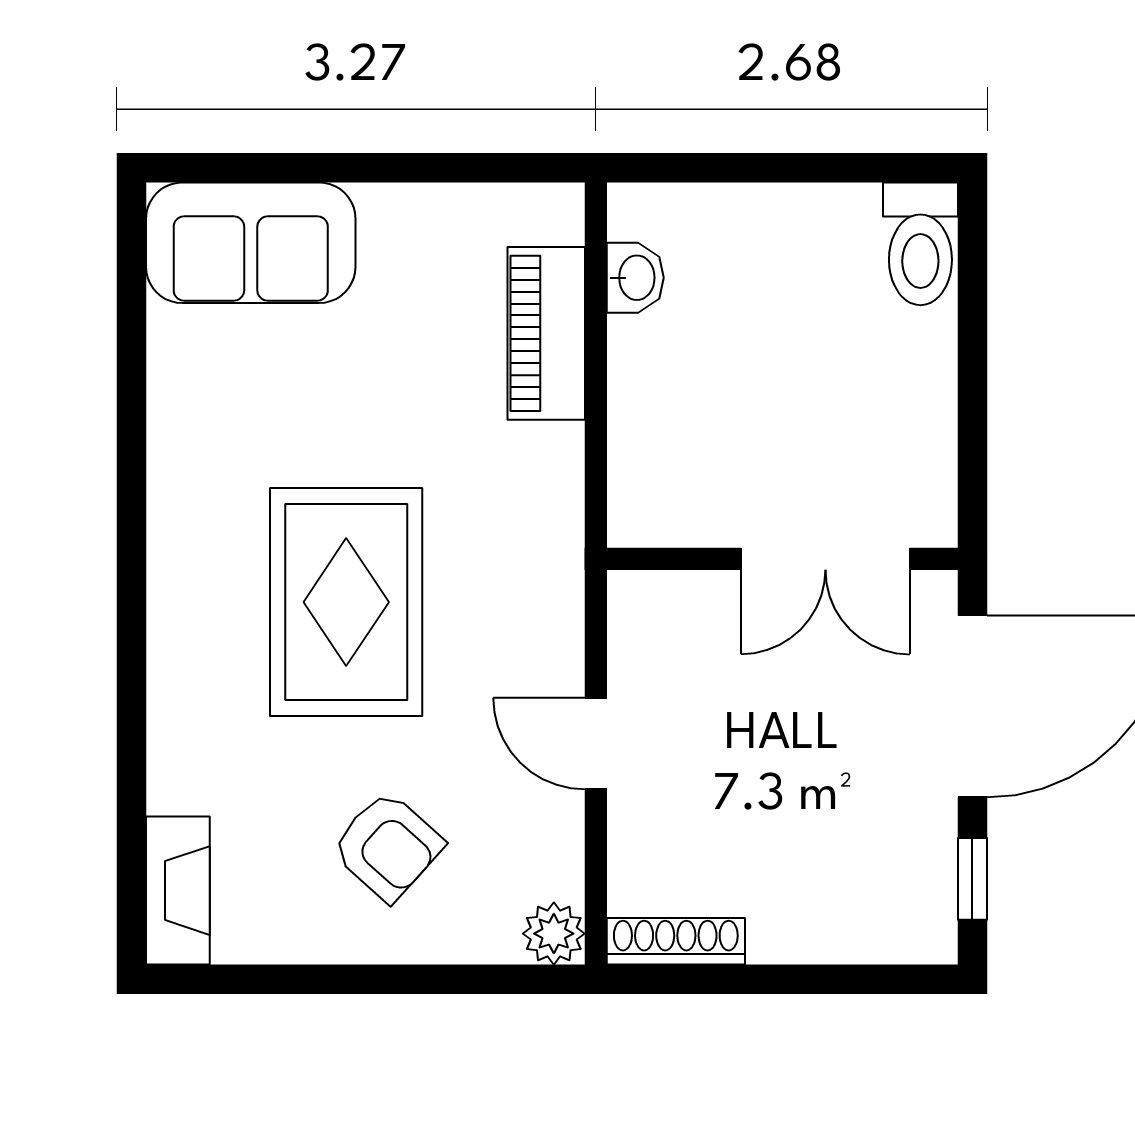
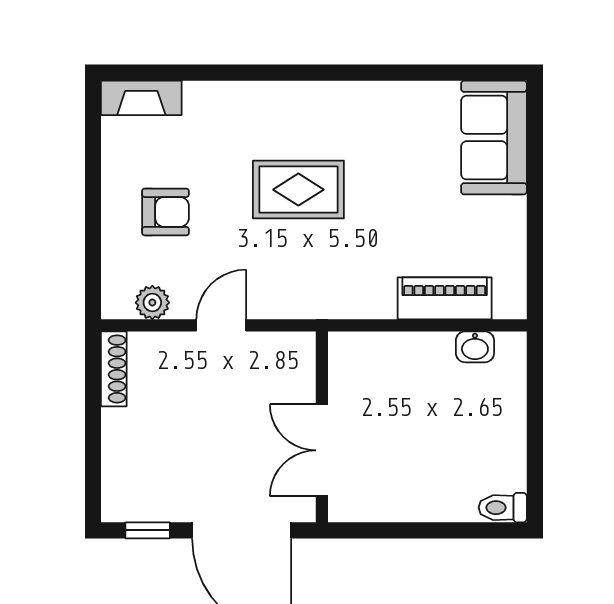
toilet: (920, 244) -> (503, 508), width x0.73, depth x0.72
rug: (346, 602) -> (298, 190), width x0.73, depth x0.70
armchair: (387, 846) -> (165, 212), turned -132
plant: (554, 934) -> (152, 303), moved

